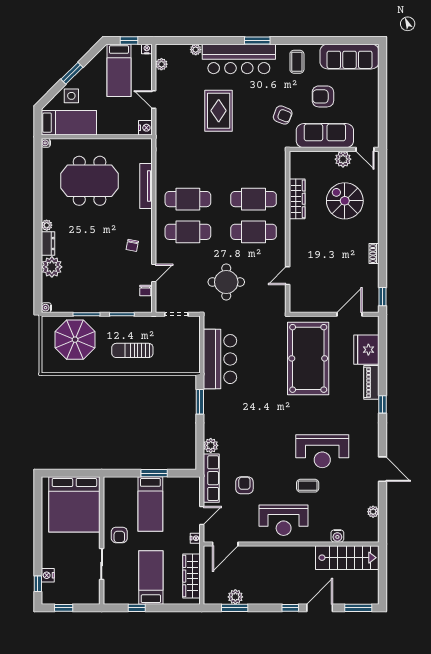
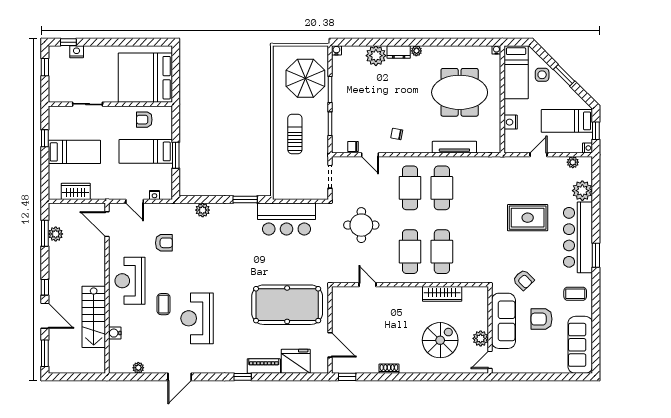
plant: (196, 50) -> (582, 191), width x1.87, depth x1.87
armchair: (323, 96) -> (541, 319), turned -90
armchair: (283, 115) -> (523, 280), turned -65
nightstand: (145, 128) -> (511, 122), moved, turned 90
meeting table: (90, 181) -> (460, 92), turned 90
row of seats: (211, 478) -> (171, 211), removed
armchair: (119, 535) -> (144, 120), moved
nightstand: (195, 538) -> (154, 195), moved
stairs: (347, 558) -> (94, 317), moved
wardrobe: (191, 576) -> (76, 191), width x0.67

